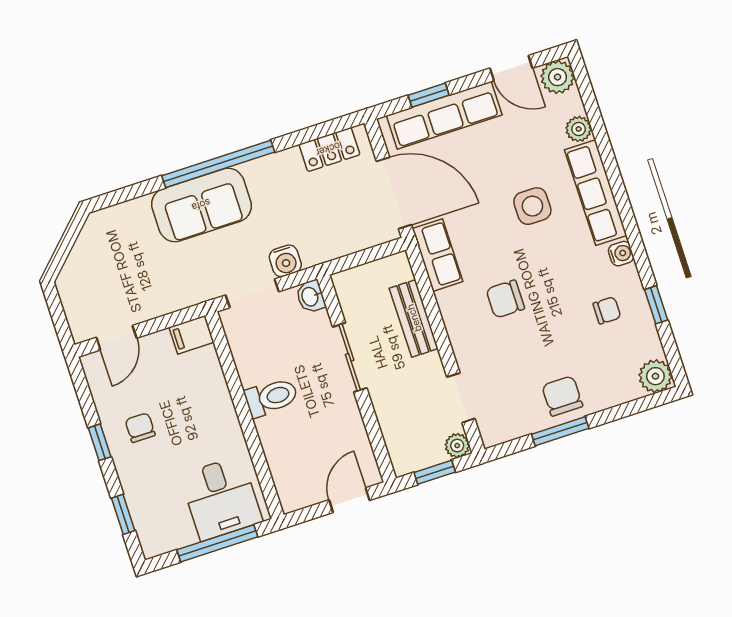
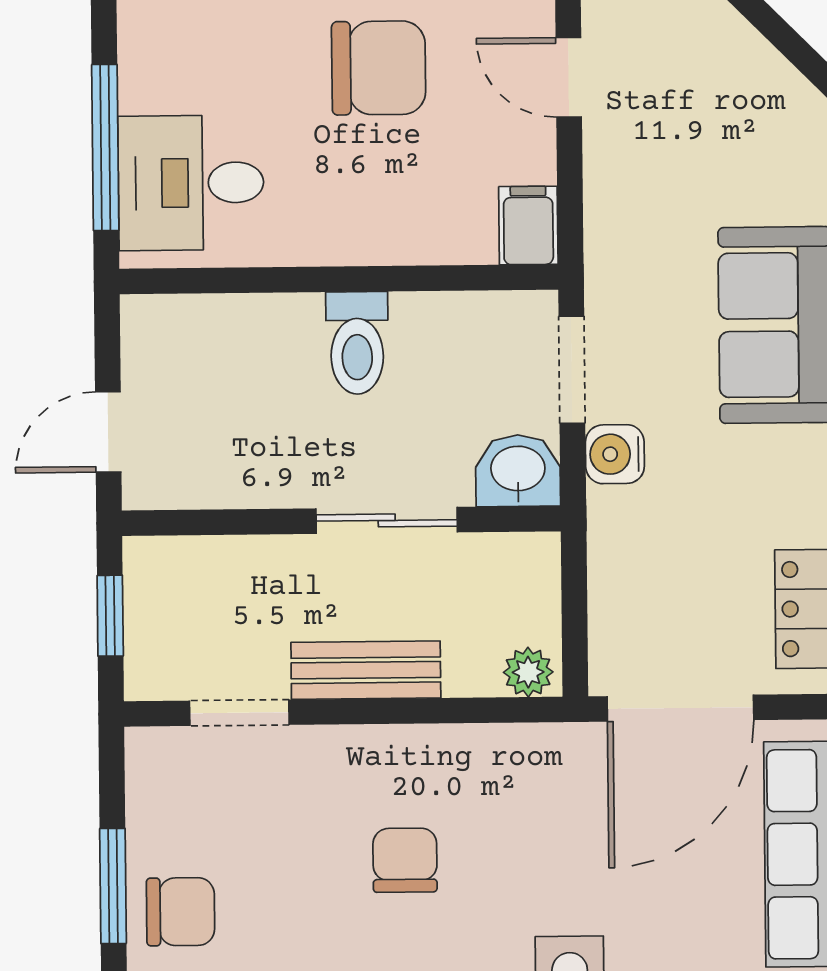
row of seats: (438, 255) -> (532, 755), removed
washbasin: (311, 296) -> (518, 471), width x1.38, depth x1.45
bench: (414, 318) -> (366, 670), moved
chair: (140, 428) -> (379, 68), width x1.87, depth x1.87
plant: (457, 446) -> (528, 672), moved
door: (349, 500) -> (108, 432), swing flipped

